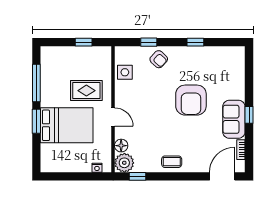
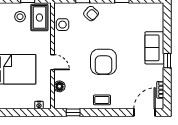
stool: (74, 63) -> (20, 17), added
rug: (86, 91) -> (39, 18), moved, turned 90
armchair: (191, 100) -> (103, 62), moved
sofa: (234, 119) -> (154, 48), moved
plant: (124, 163) -> (62, 101), removed

